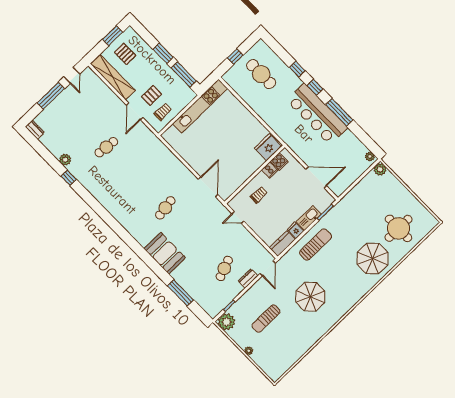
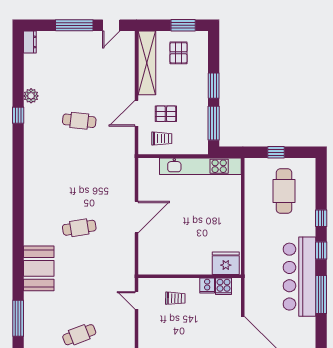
door: (208, 187) -> (137, 217), moved

